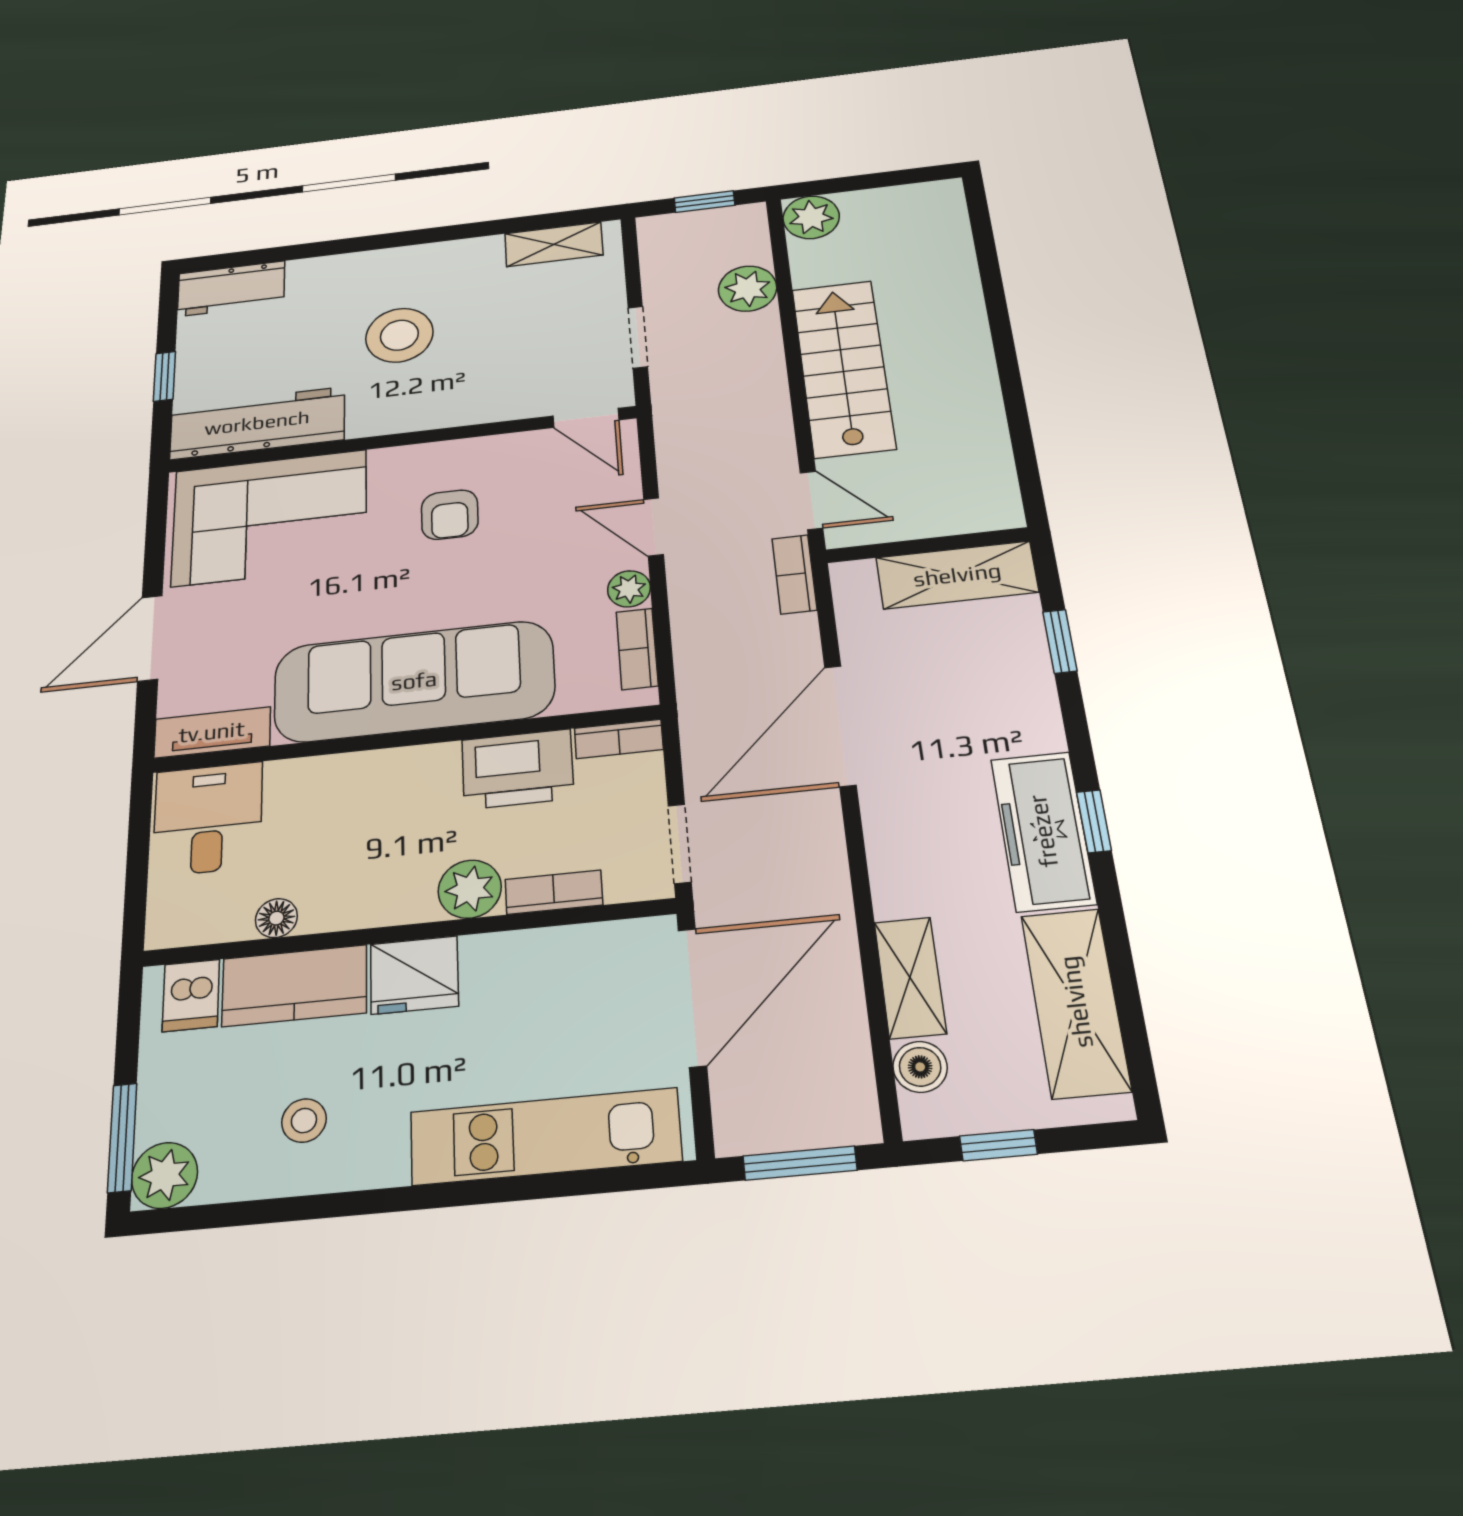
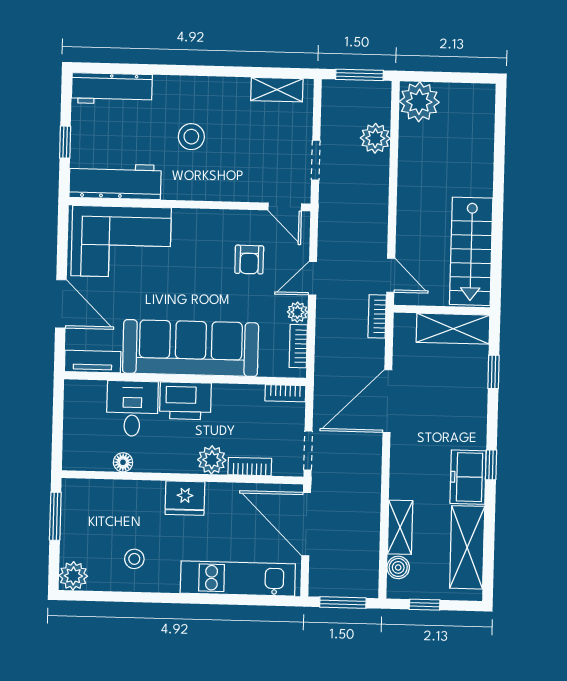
window: (704, 202) -> (359, 75), width x1.50
plant: (811, 217) -> (419, 102), width x1.36, depth x1.36
workbench: (231, 289) -> (112, 89), width x1.38
stool: (399, 335) -> (191, 137), width x0.73, depth x0.73
stairs: (843, 368) -> (471, 251), moved, turned 180
armchair: (450, 515) -> (249, 260), moved
door: (653, 527) -> (313, 278), hinge flipped
door: (150, 638) -> (61, 304), swing flipped
printer: (518, 769) -> (185, 401), moved
desk: (208, 819) -> (132, 409), moved
freezer: (1043, 831) -> (468, 477), width x0.71
kitchen counter: (294, 986) -> (131, 496), removed
dishwasher: (191, 995) -> (84, 495), removed
door: (692, 997) -> (306, 524), swing flipped
window: (122, 1138) -> (55, 516), moved

